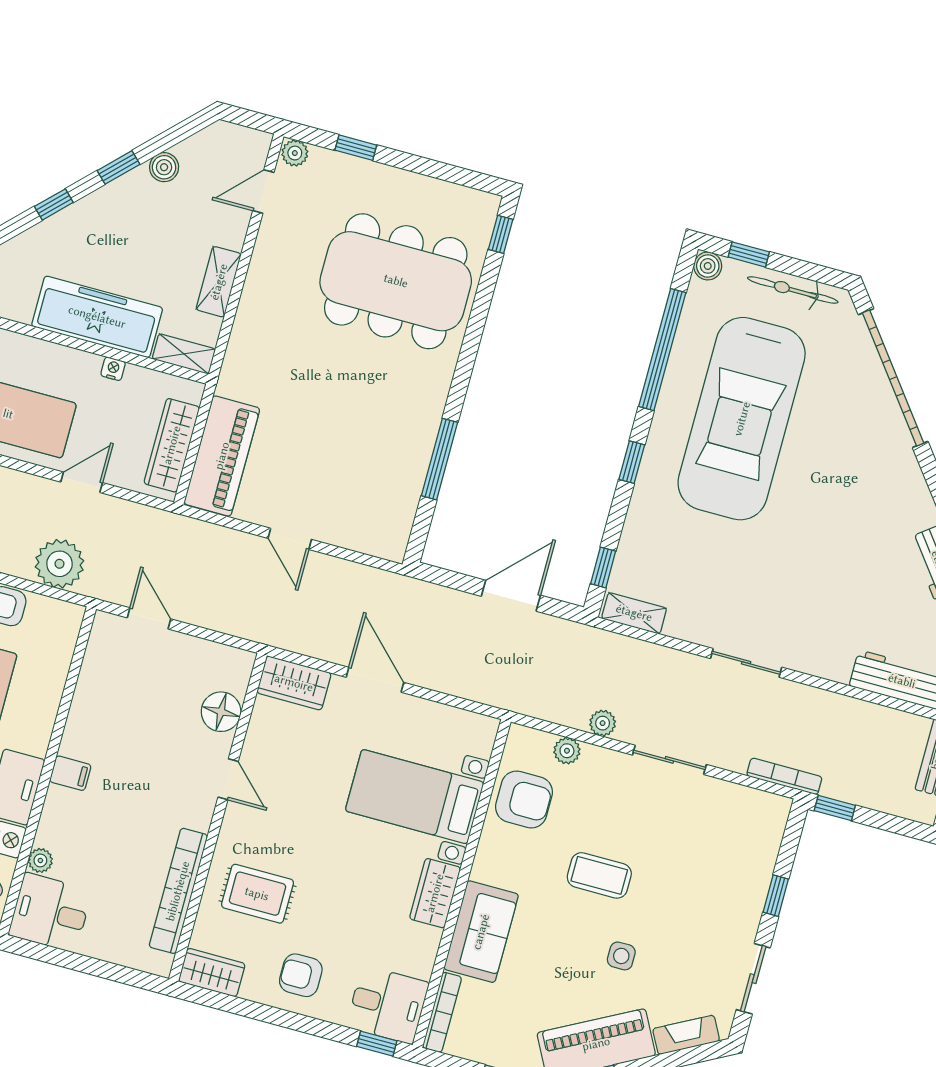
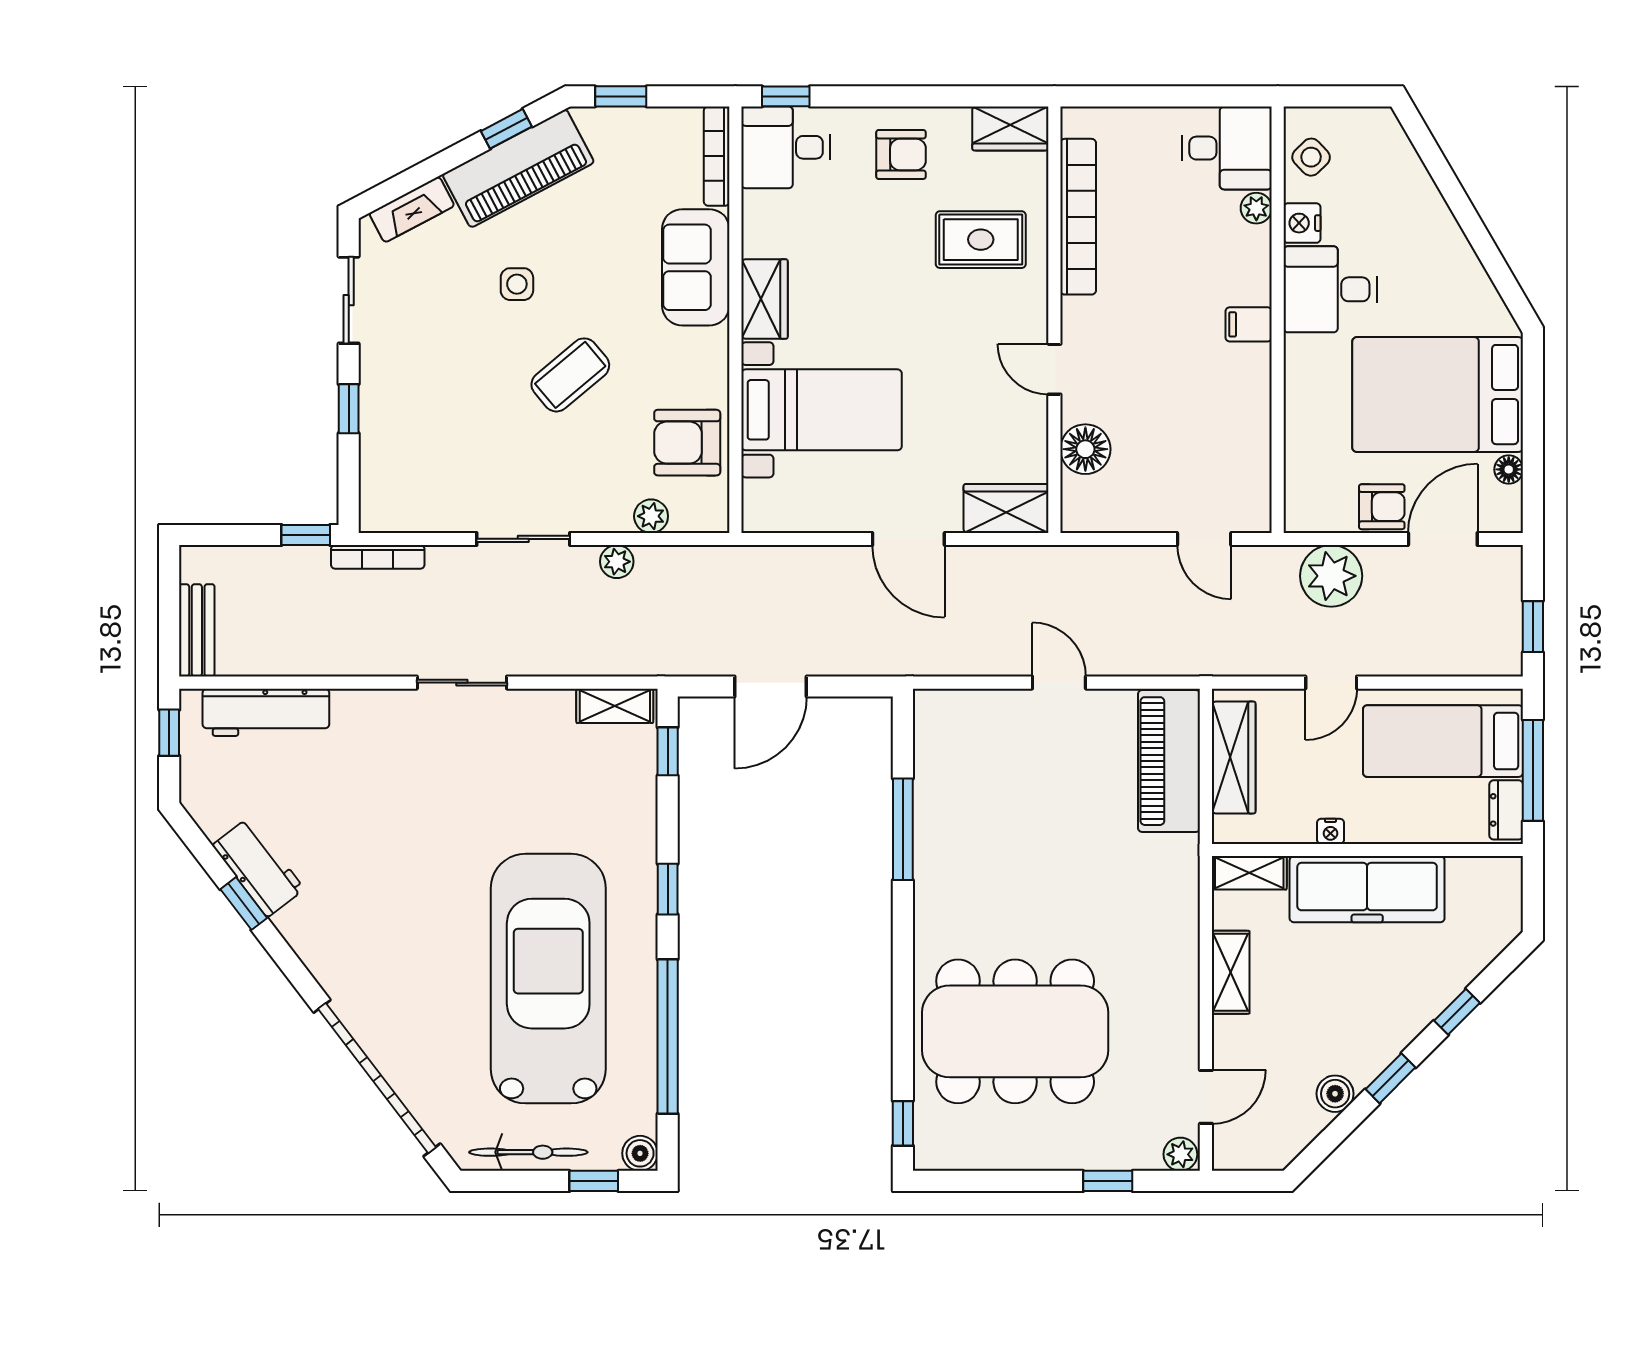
coffee table: (599, 875) -> (570, 375), turned -40

